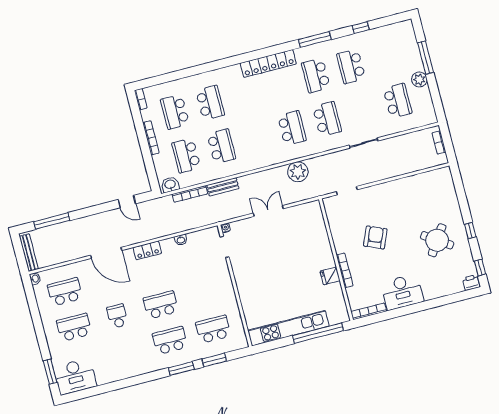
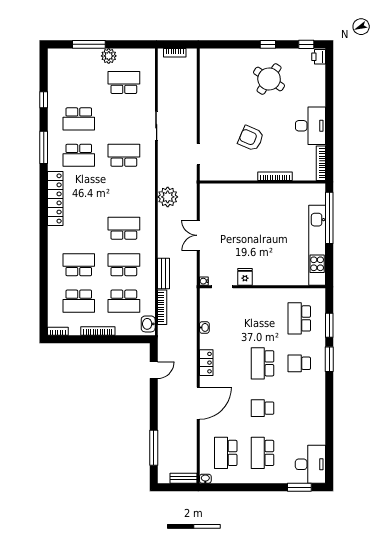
school desk: (292, 128) -> (124, 228), moved
bench: (29, 253) -> (183, 478), width x0.73
fridge: (330, 276) -> (245, 277), moved, turned 180
school desk: (170, 340) -> (299, 363), width x0.54

